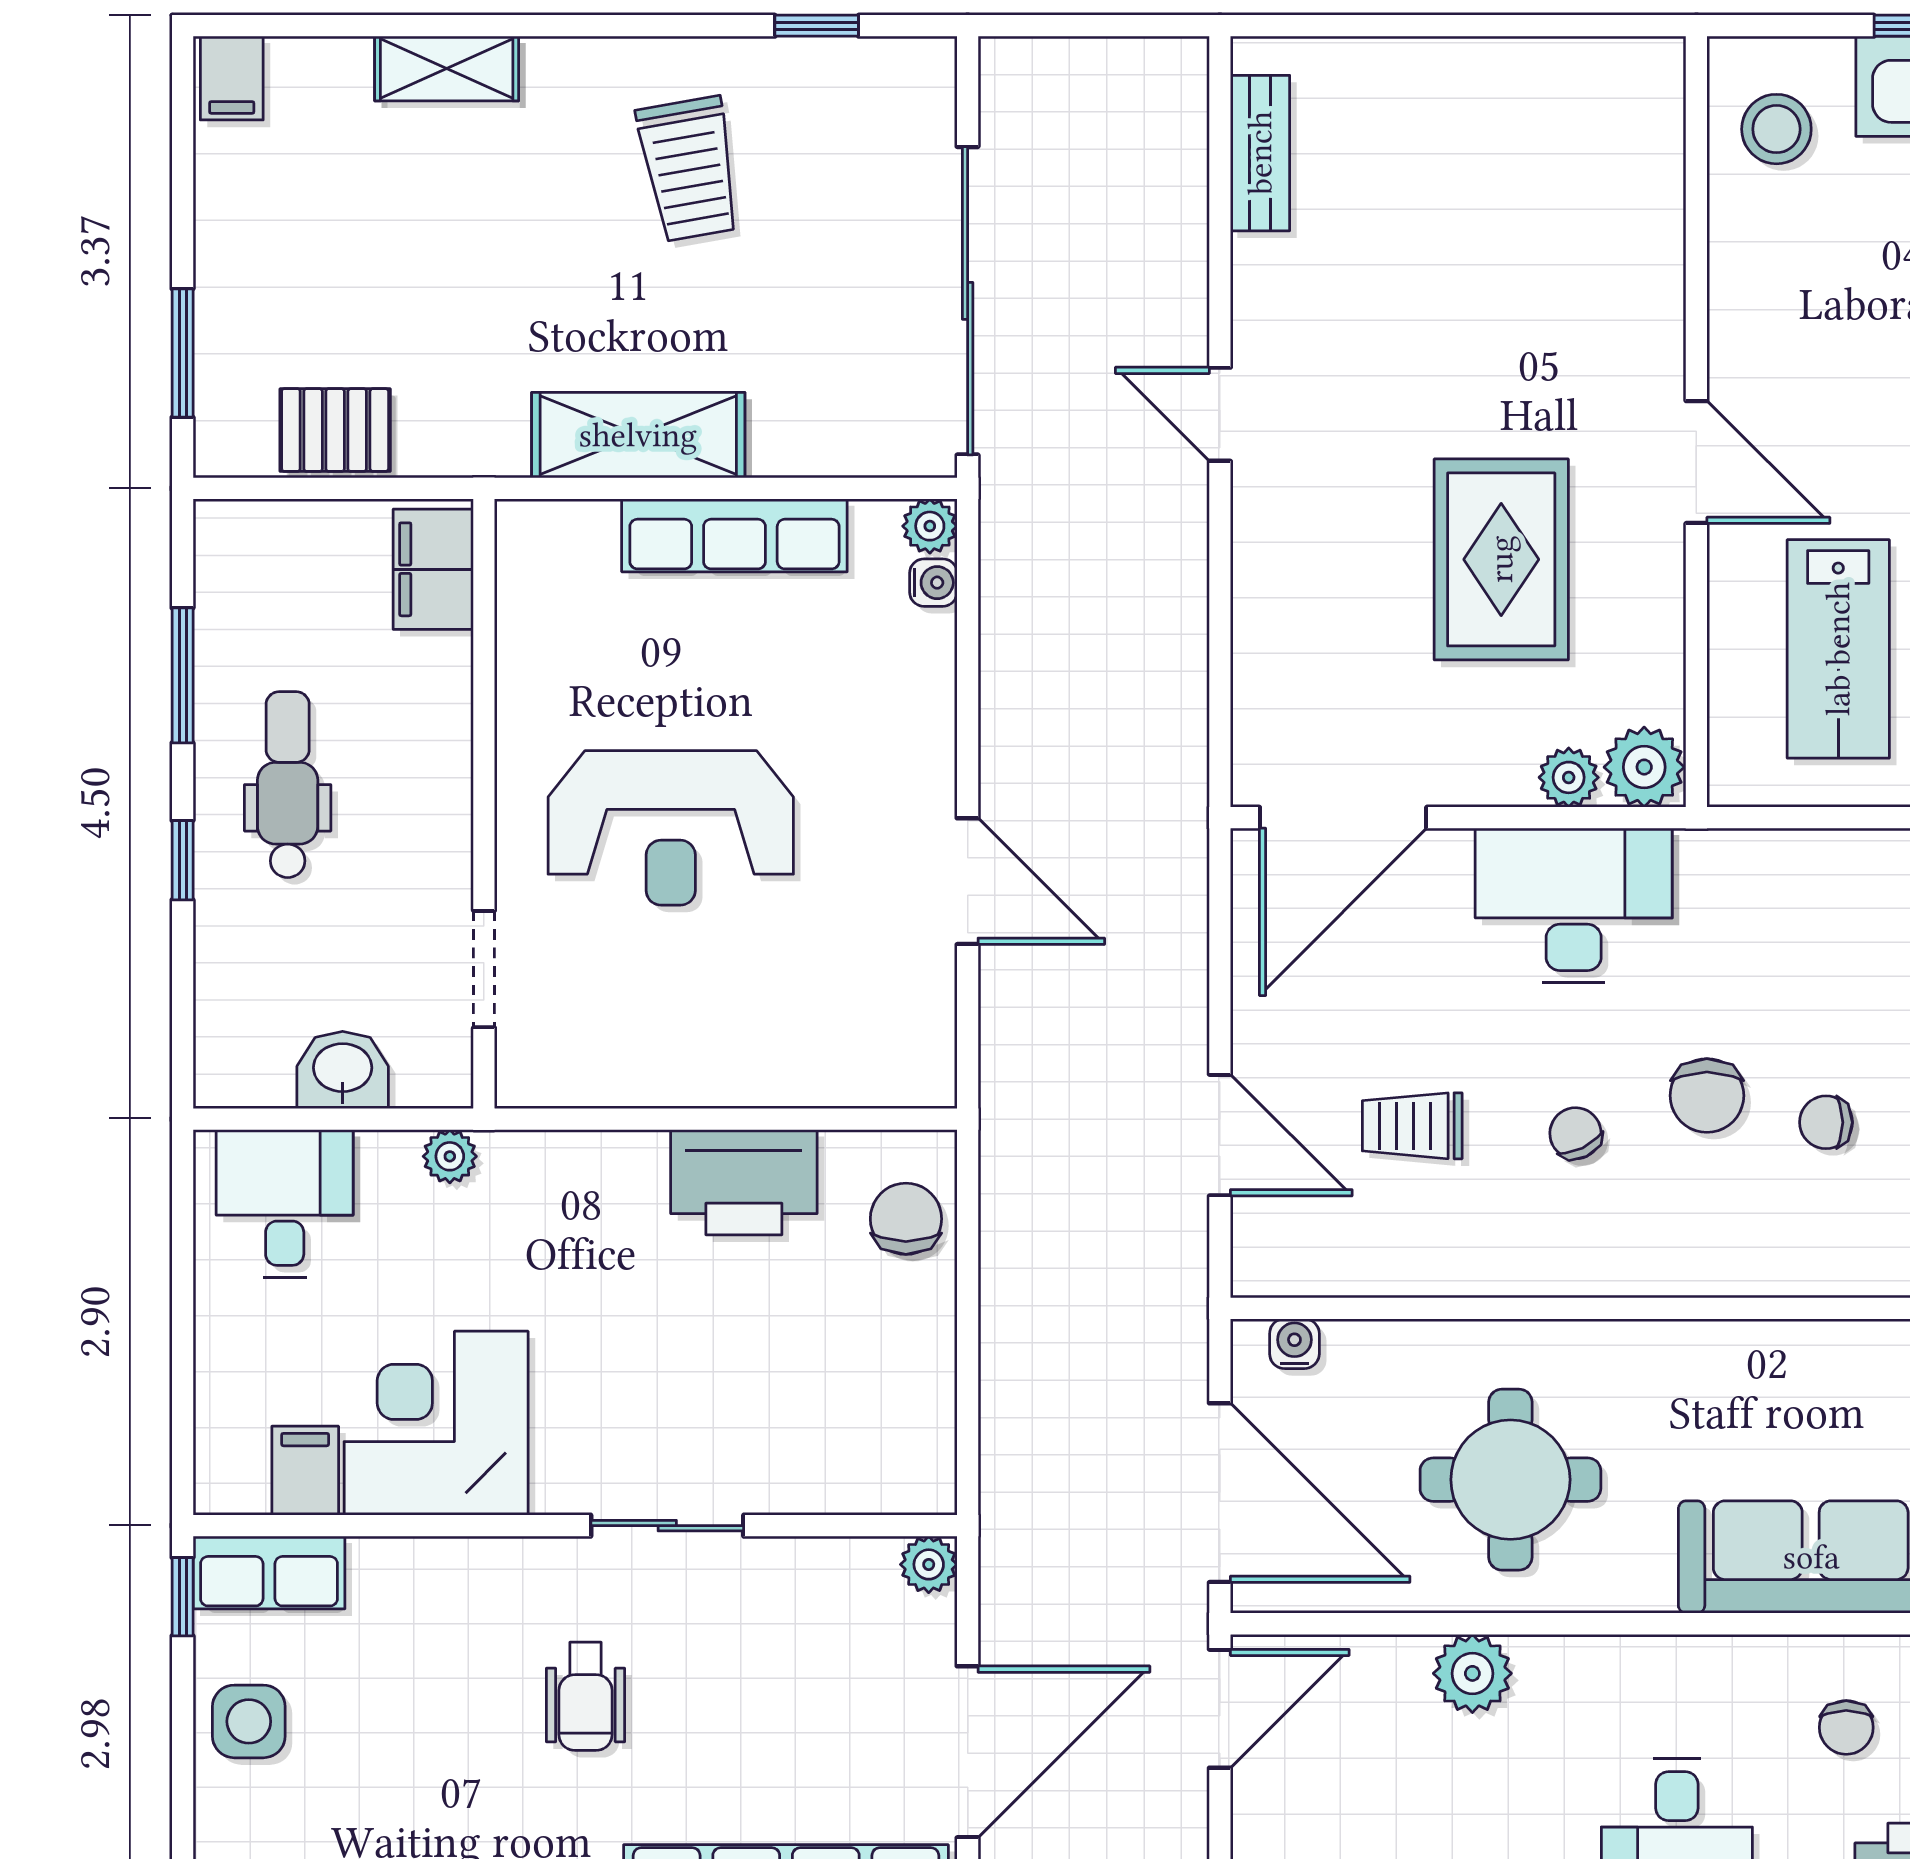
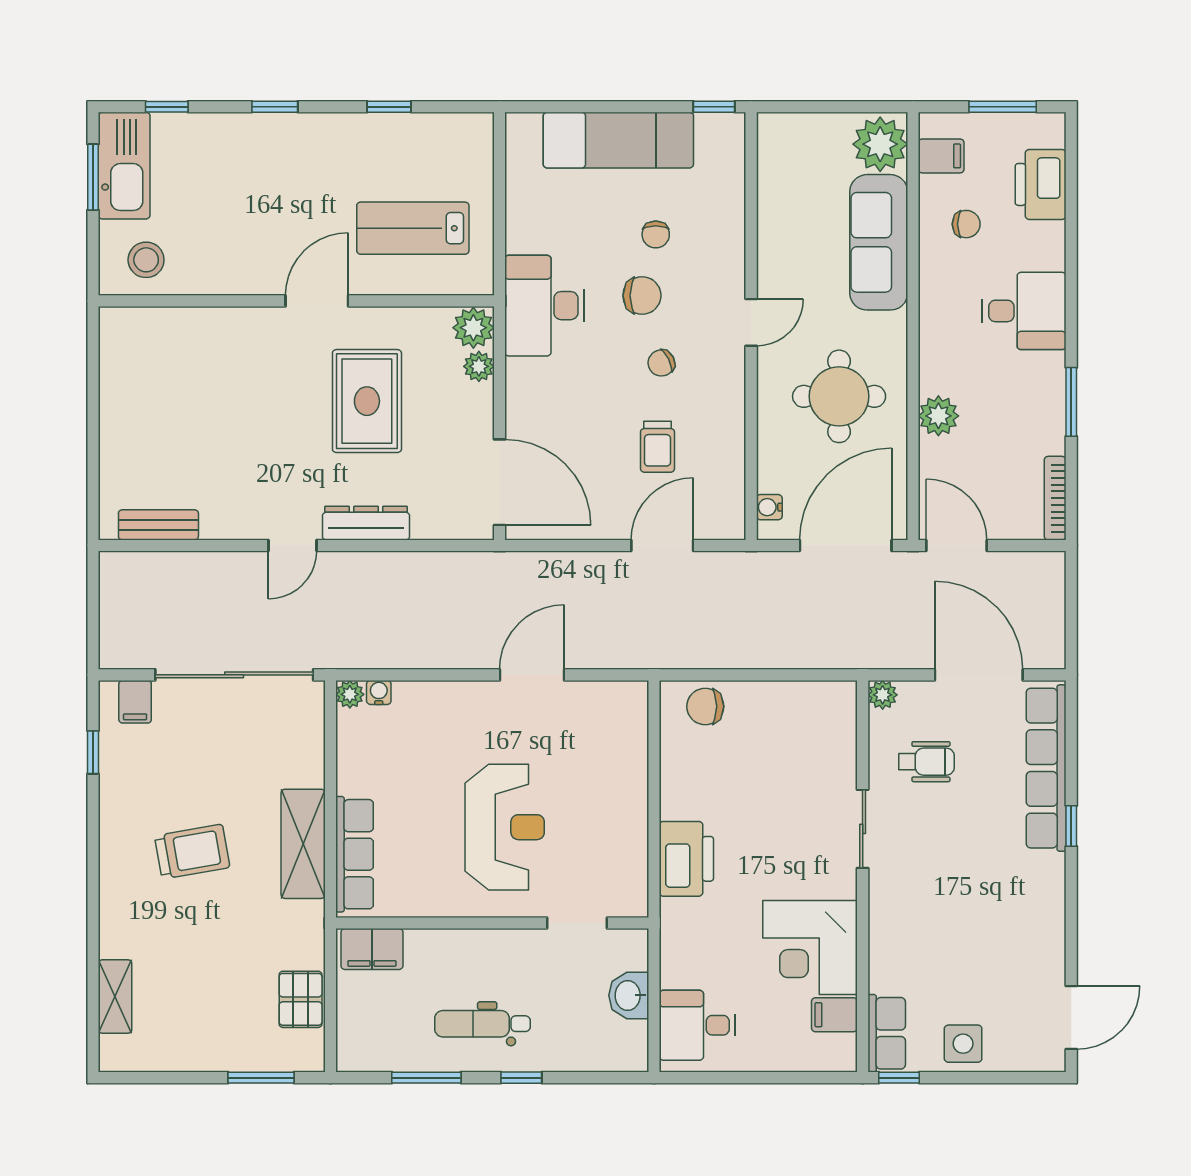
shelving: (447, 69) -> (115, 996), moved
filing cabinet: (232, 78) -> (135, 702), moved, turned 90
trolley: (689, 169) -> (192, 852), moved
row of seats: (734, 535) -> (355, 854), moved
dresser: (1264, 558) -> (366, 523), added
rug: (1501, 559) -> (367, 401), turned 90
lab bench: (1838, 649) -> (413, 228), turned 180
desk: (1574, 906) -> (545, 306), moved
plant: (450, 1156) -> (673, 941), removed
printer: (744, 1182) -> (686, 859), moved
door: (1655, 1308) -> (751, 322), added
wheelchair: (585, 1696) -> (926, 762), moved

